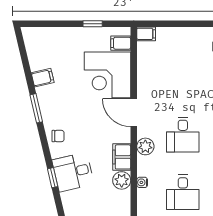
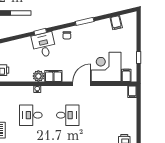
filing cabinet: (43, 78) -> (116, 23), moved
desk: (183, 135) -> (68, 115), turned 180
plant: (145, 146) -> (60, 91), removed

